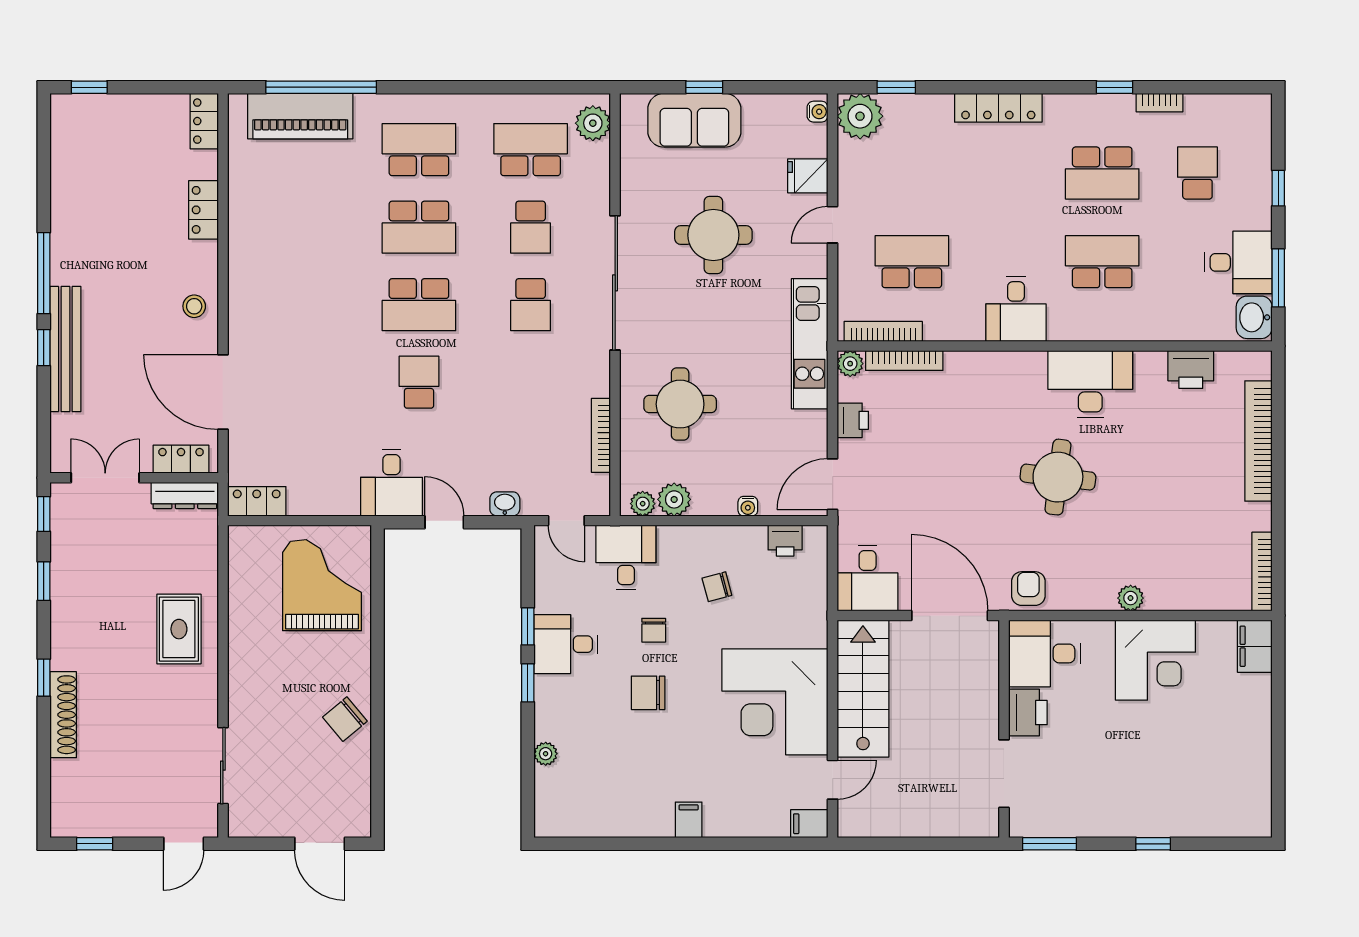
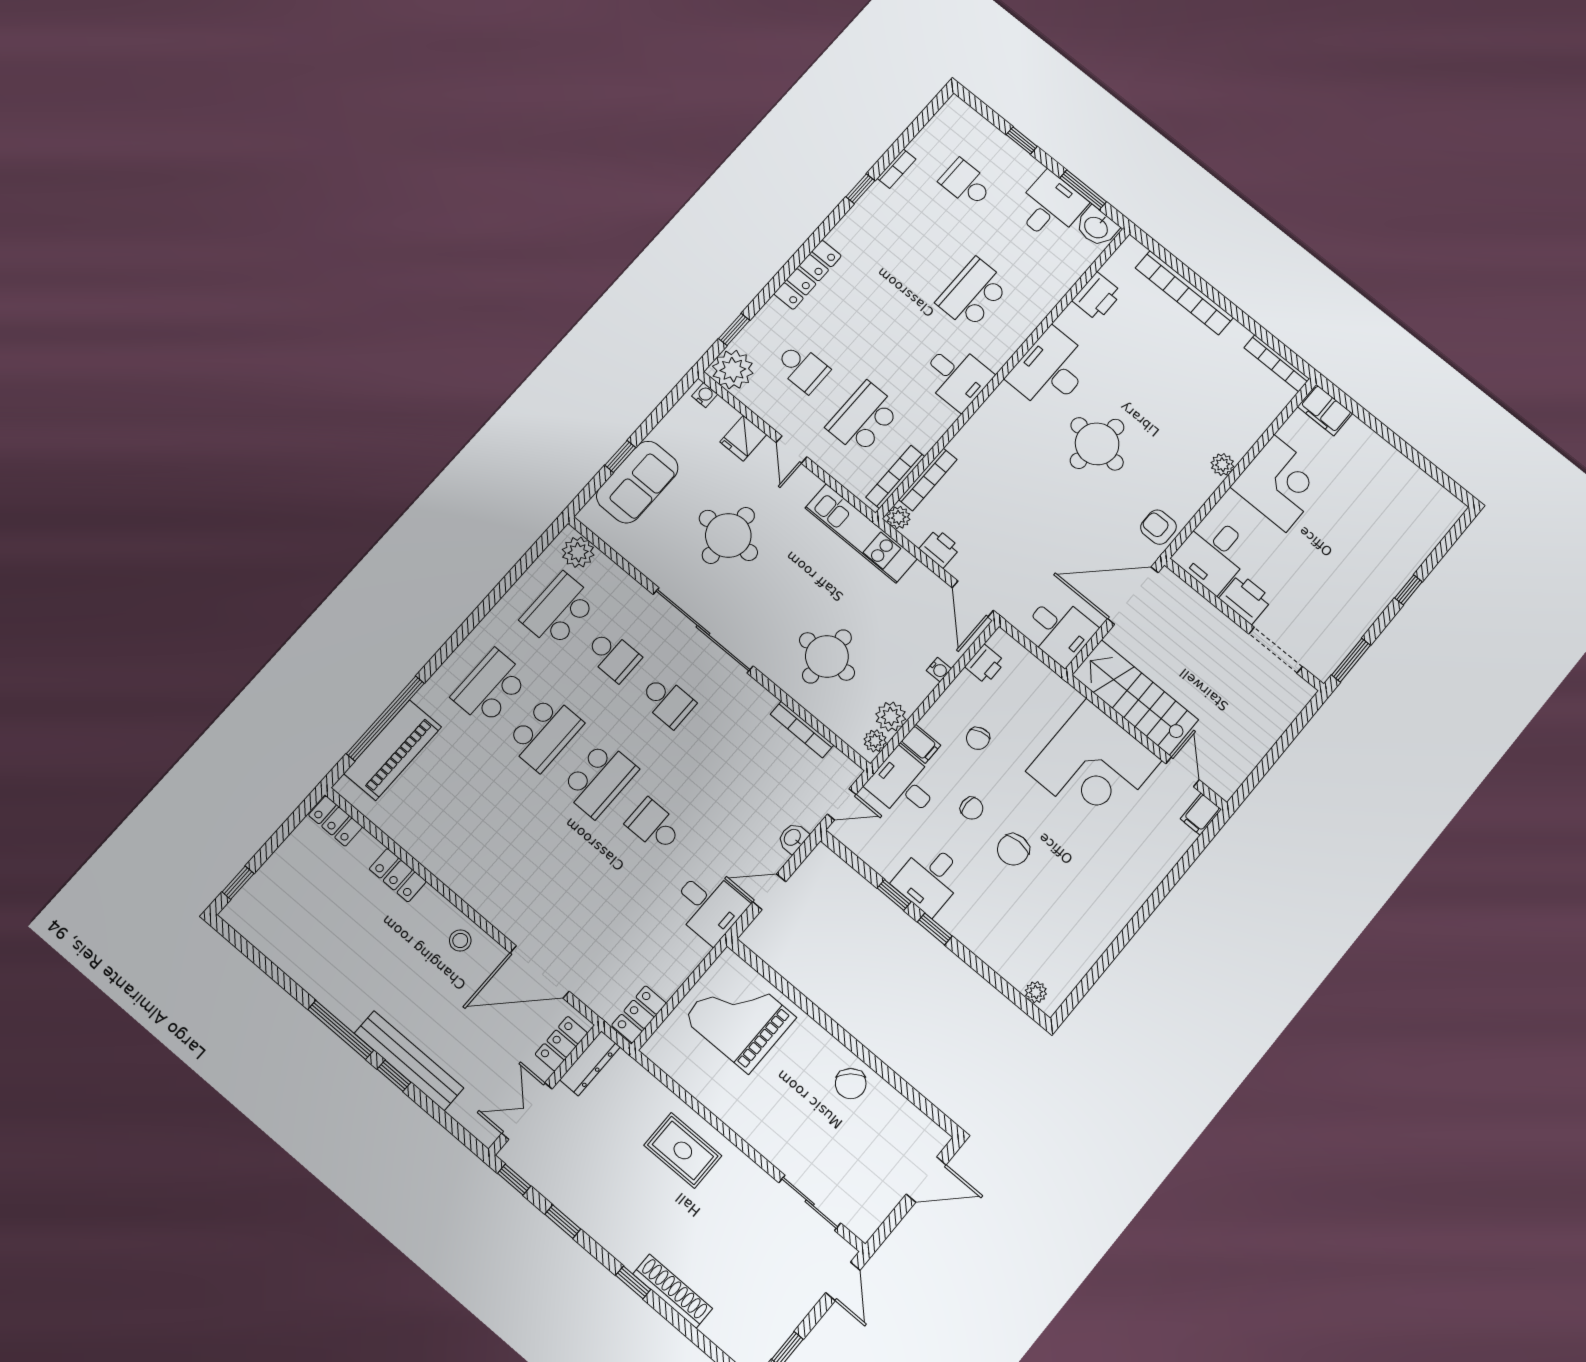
school desk: (1102, 173) -> (802, 368), moved, width x0.54
plant: (546, 754) -> (1036, 992), moved
filing cabinet: (689, 820) -> (920, 744), moved, turned 180

